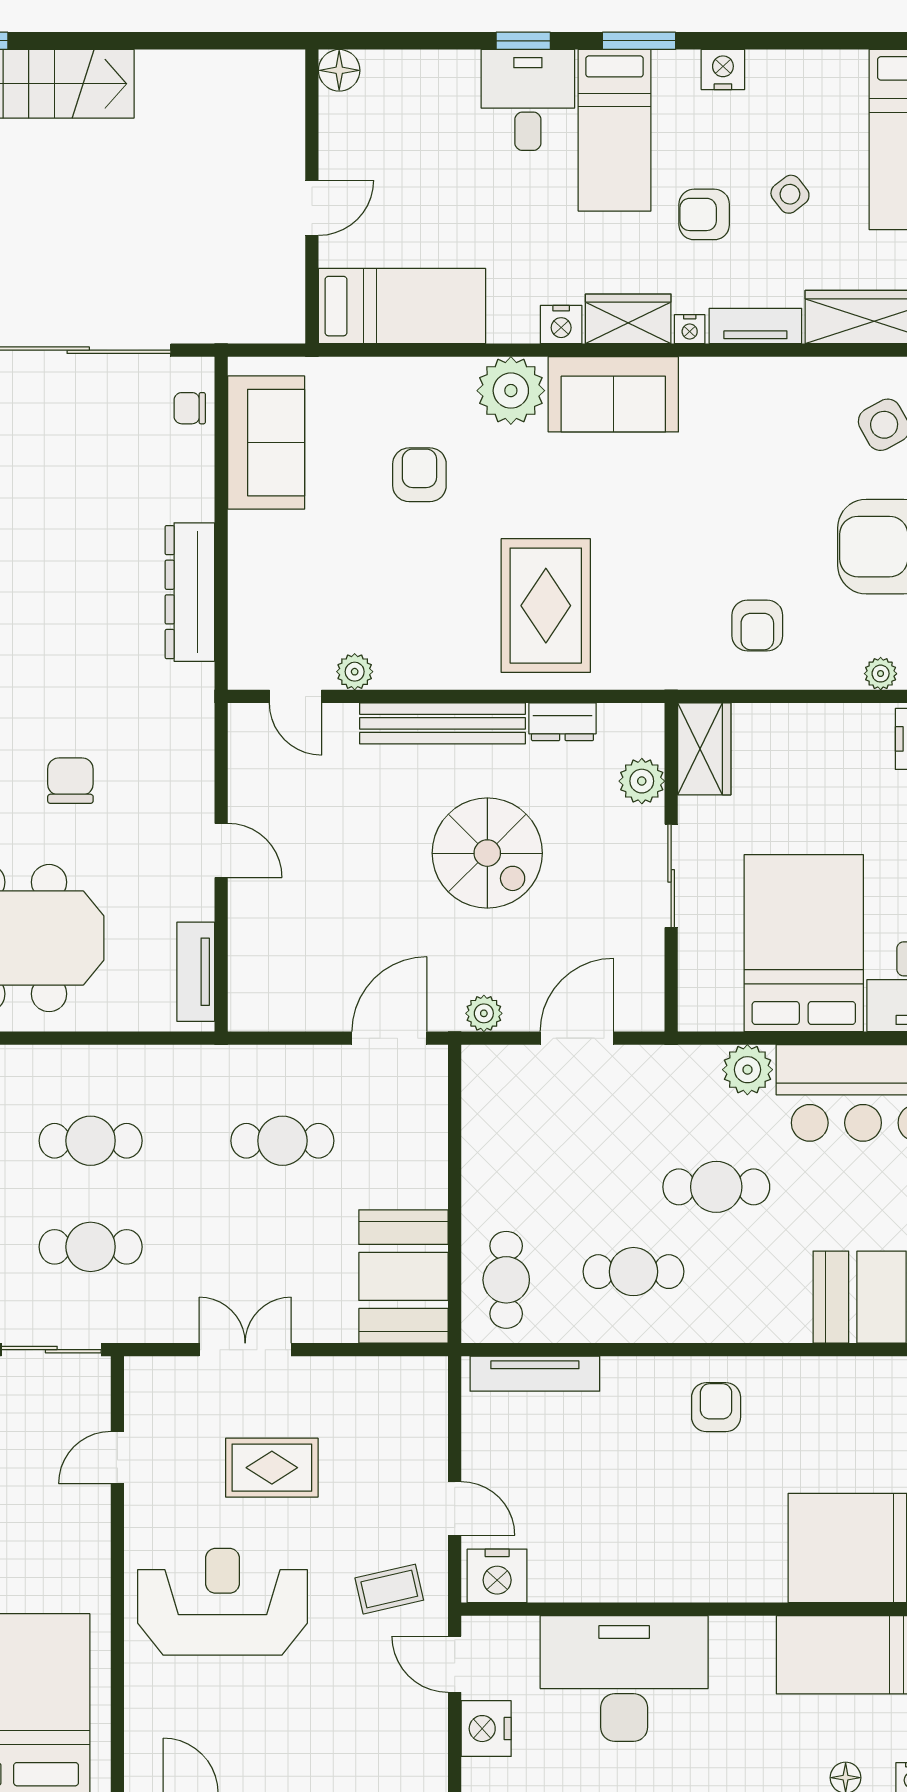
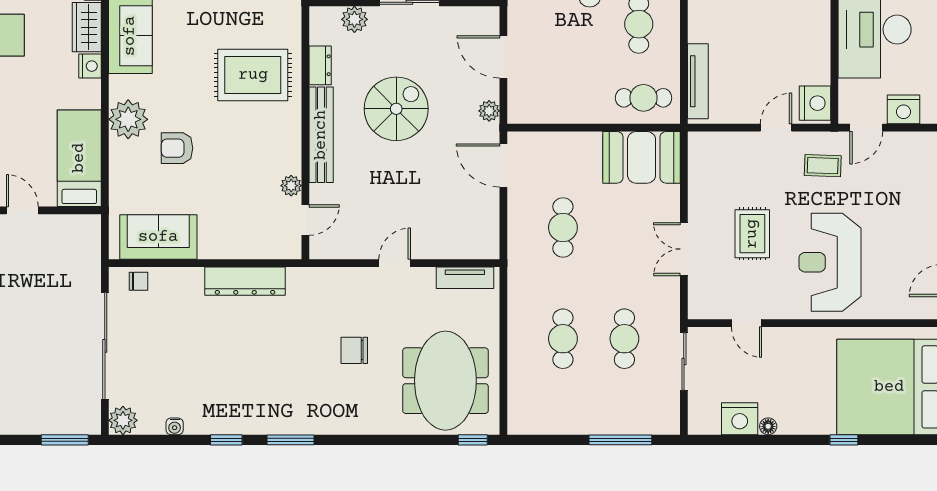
plant: (511, 391) -> (128, 119), moved
chair: (190, 408) -> (138, 281), turned -90
coffee table: (389, 1589) -> (823, 166), turned -75

